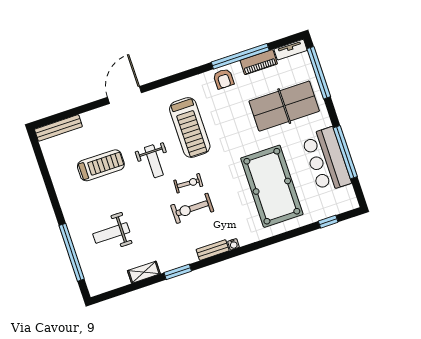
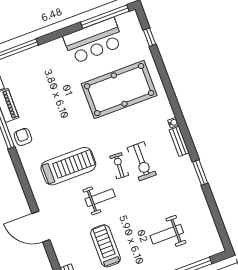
armchair: (224, 79) -> (23, 137), turned -90
table tennis table: (284, 106) -> (46, 81), removed
window: (345, 152) -> (105, 17), moved
weight bench: (111, 233) -> (167, 234), turned 90
shelving: (144, 272) -> (201, 203), removed

